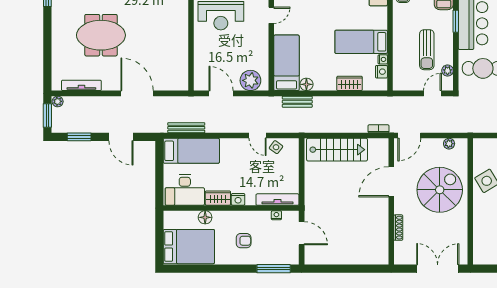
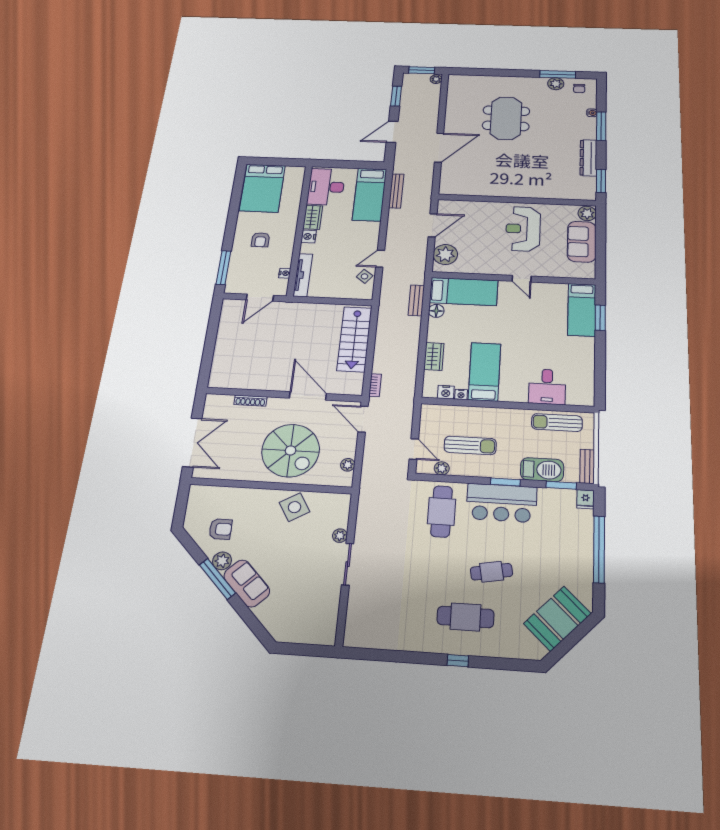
sun lounger: (427, 50) -> (470, 445), turned 180
tv unit: (81, 85) -> (452, 100), removed
floor lamp: (205, 217) -> (293, 204), removed

